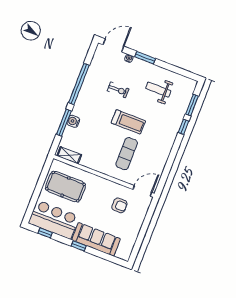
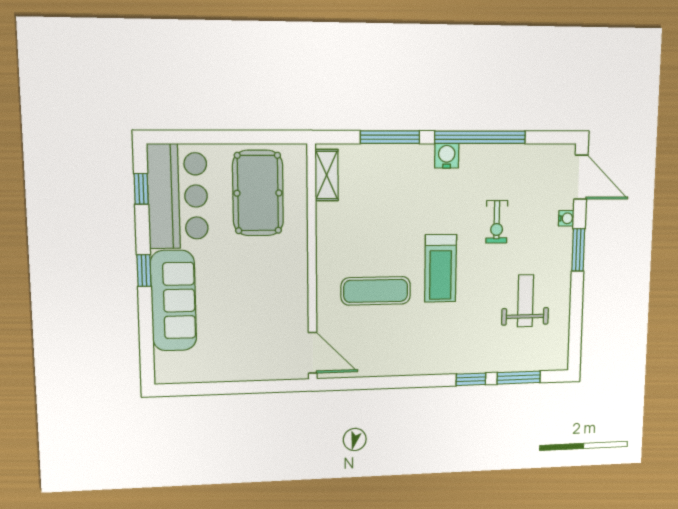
water cooler: (73, 121) -> (447, 156), moved
armchair: (119, 205) -> (264, 319), removed

